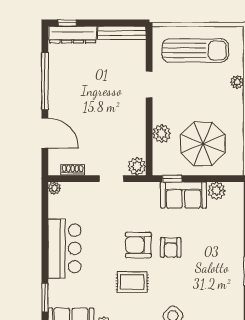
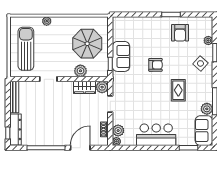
wardrobe: (136, 140) -> (84, 87), added
plant: (216, 191) -> (118, 131), moved
armchair: (138, 245) -> (180, 33), moved

